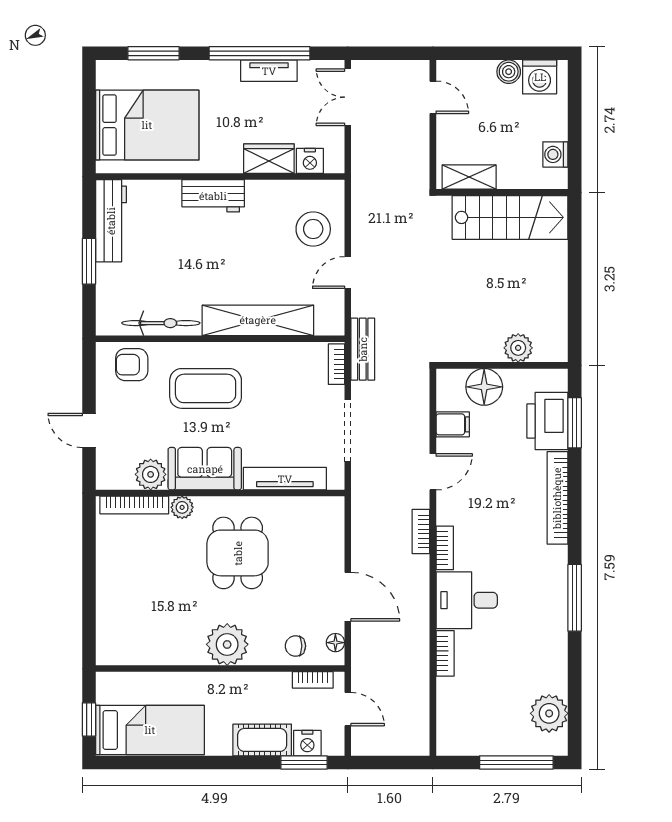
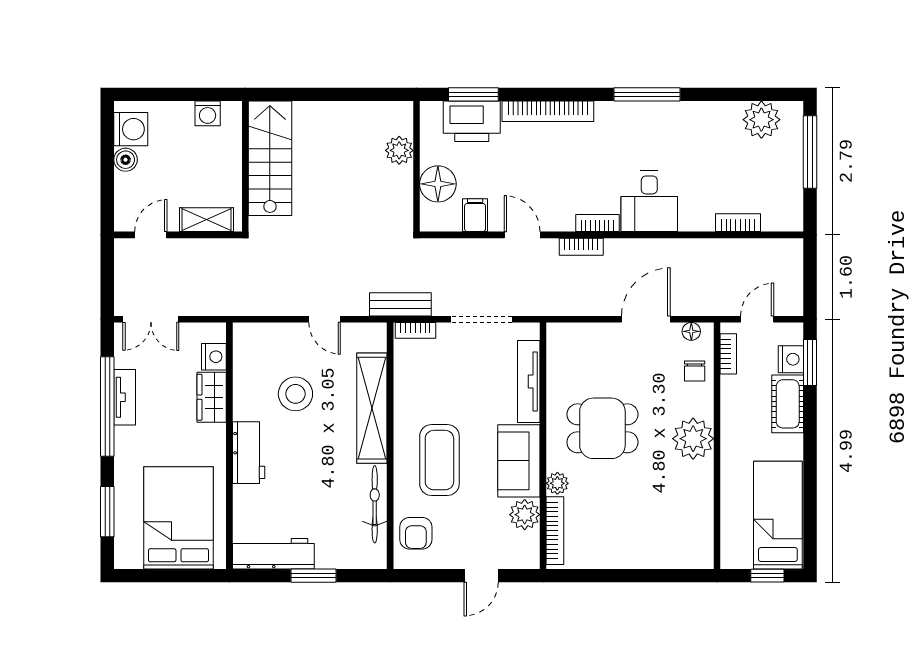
shelving: (469, 177) -> (207, 220), moved, turned 90
stool: (313, 229) -> (295, 394), moved
bookcase: (445, 653) -> (738, 223), moved

